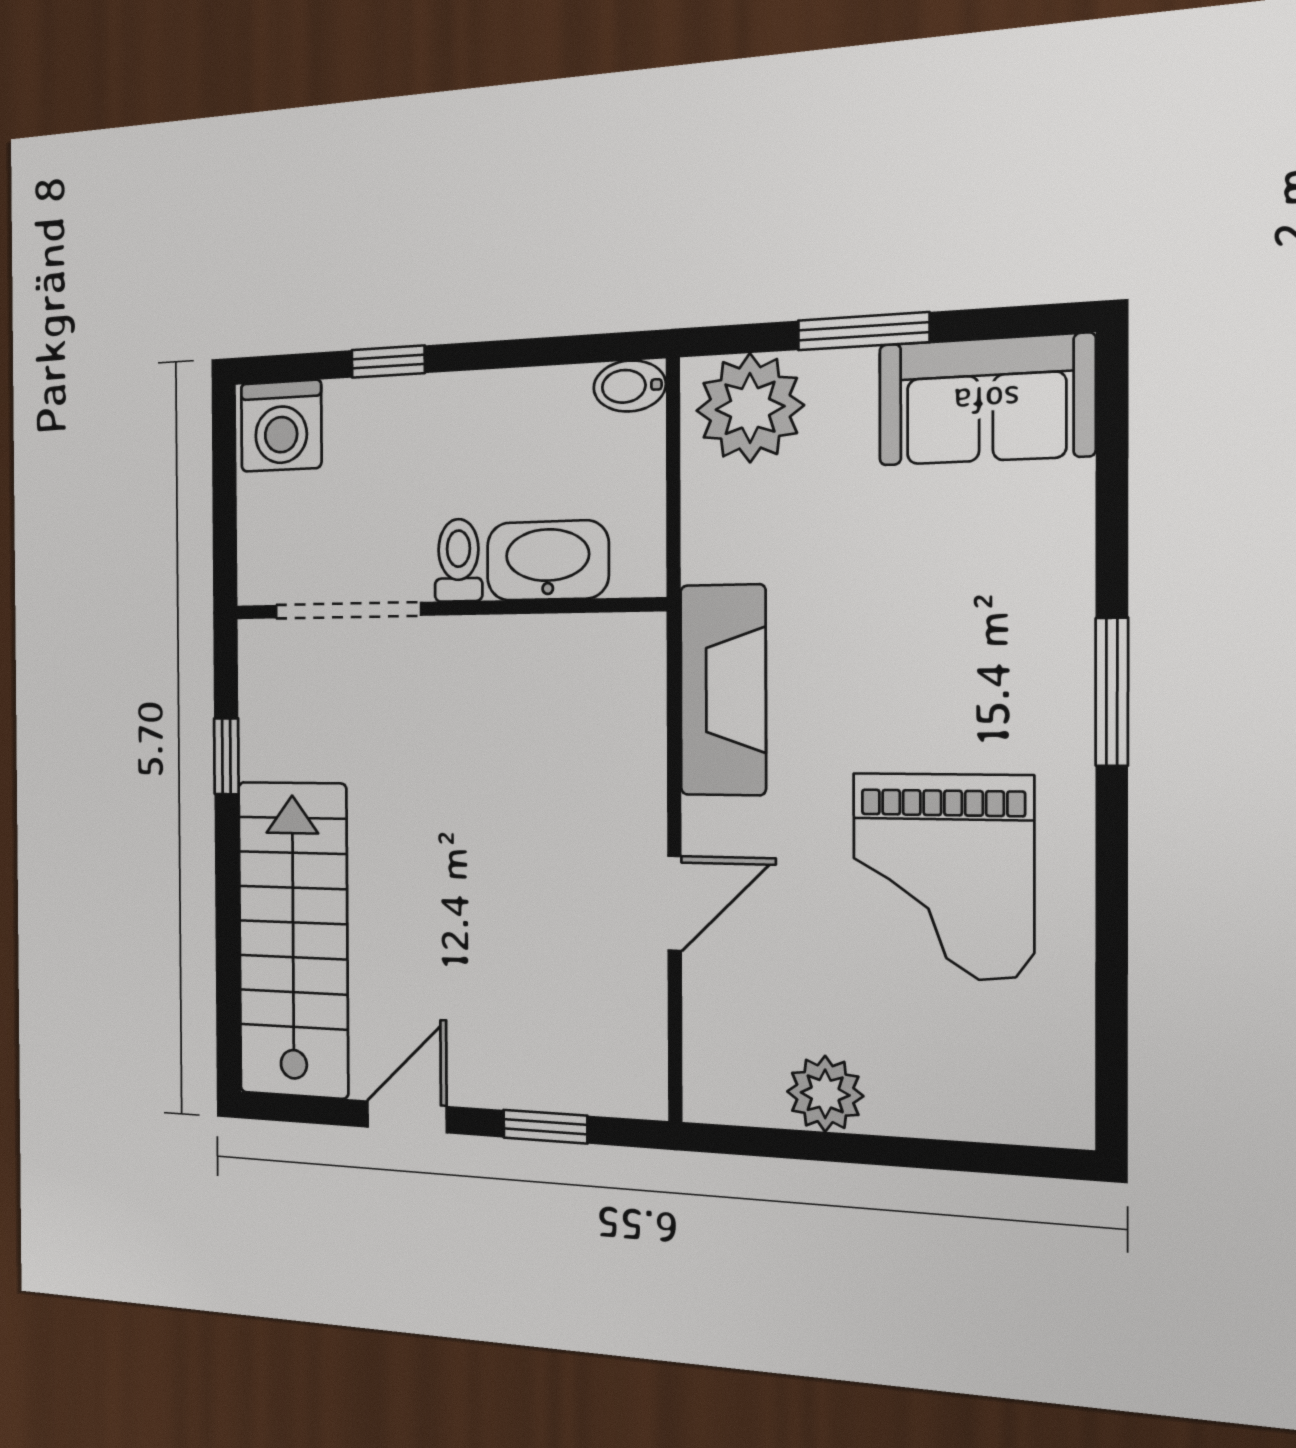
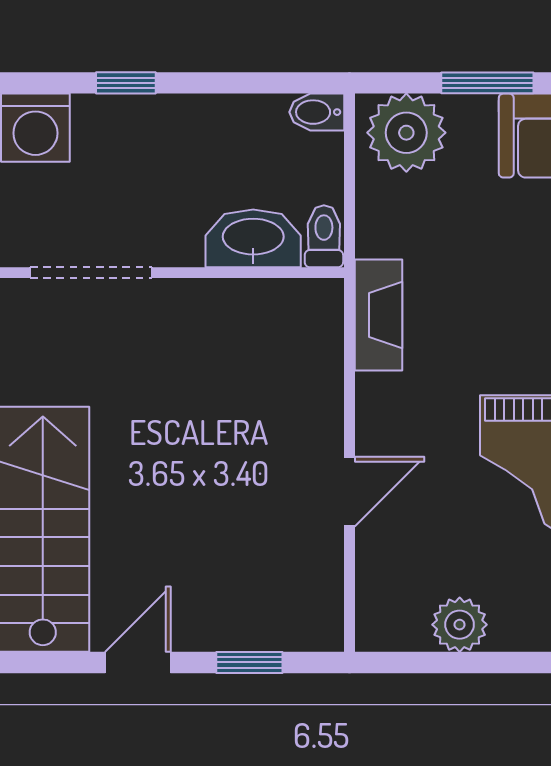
toilet: (459, 560) -> (324, 236), moved
fireplace: (723, 690) -> (379, 315), width x0.73, depth x0.76

